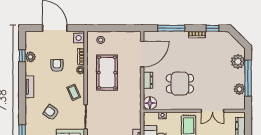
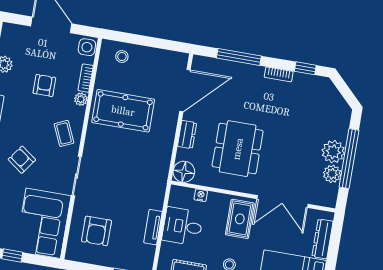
plant: (238, 62) -> (333, 152), moved
pool table: (107, 73) -> (123, 111), turned 90
dining table: (180, 84) -> (238, 149), width x1.38
double door: (212, 111) -> (282, 201), width x1.37

